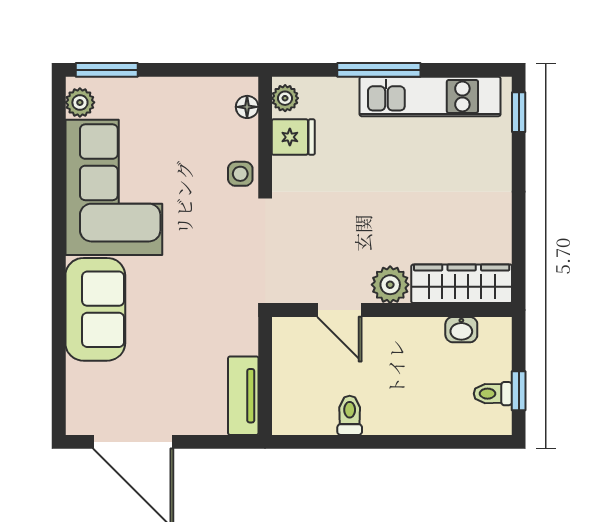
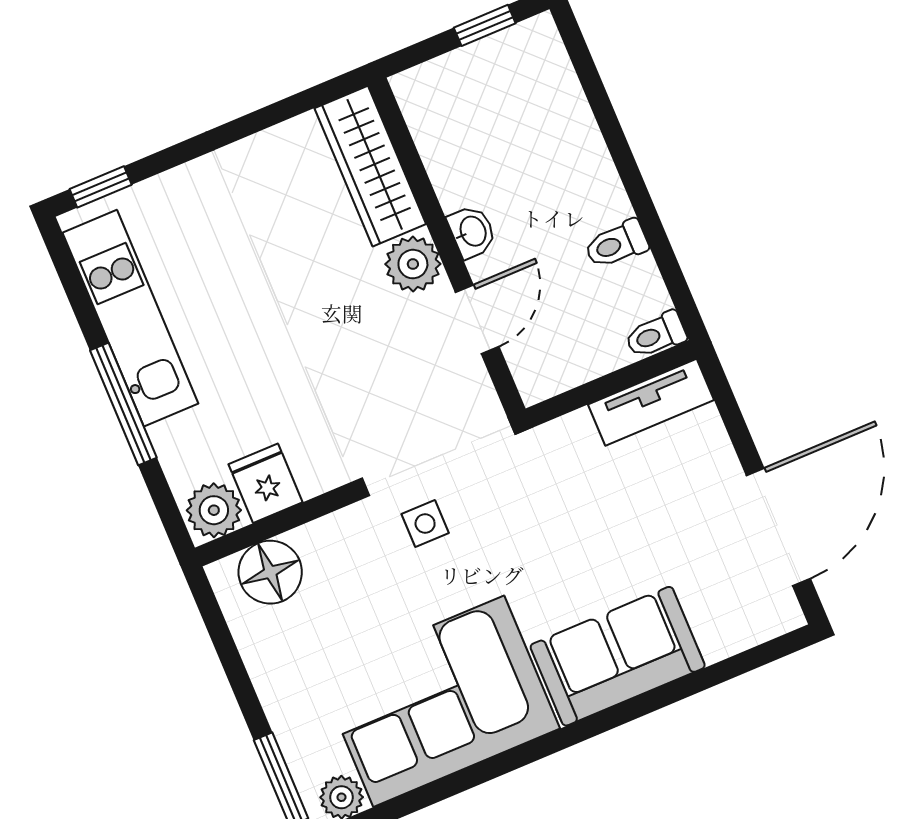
plant: (285, 98) -> (214, 510), width x1.38, depth x1.38
floor lamp: (247, 107) -> (270, 572), width x1.89, depth x1.89
side table: (240, 174) -> (425, 523), moved
washbasin: (461, 330) -> (472, 232), moved
toilet: (493, 394) -> (656, 335), moved, turned 90

